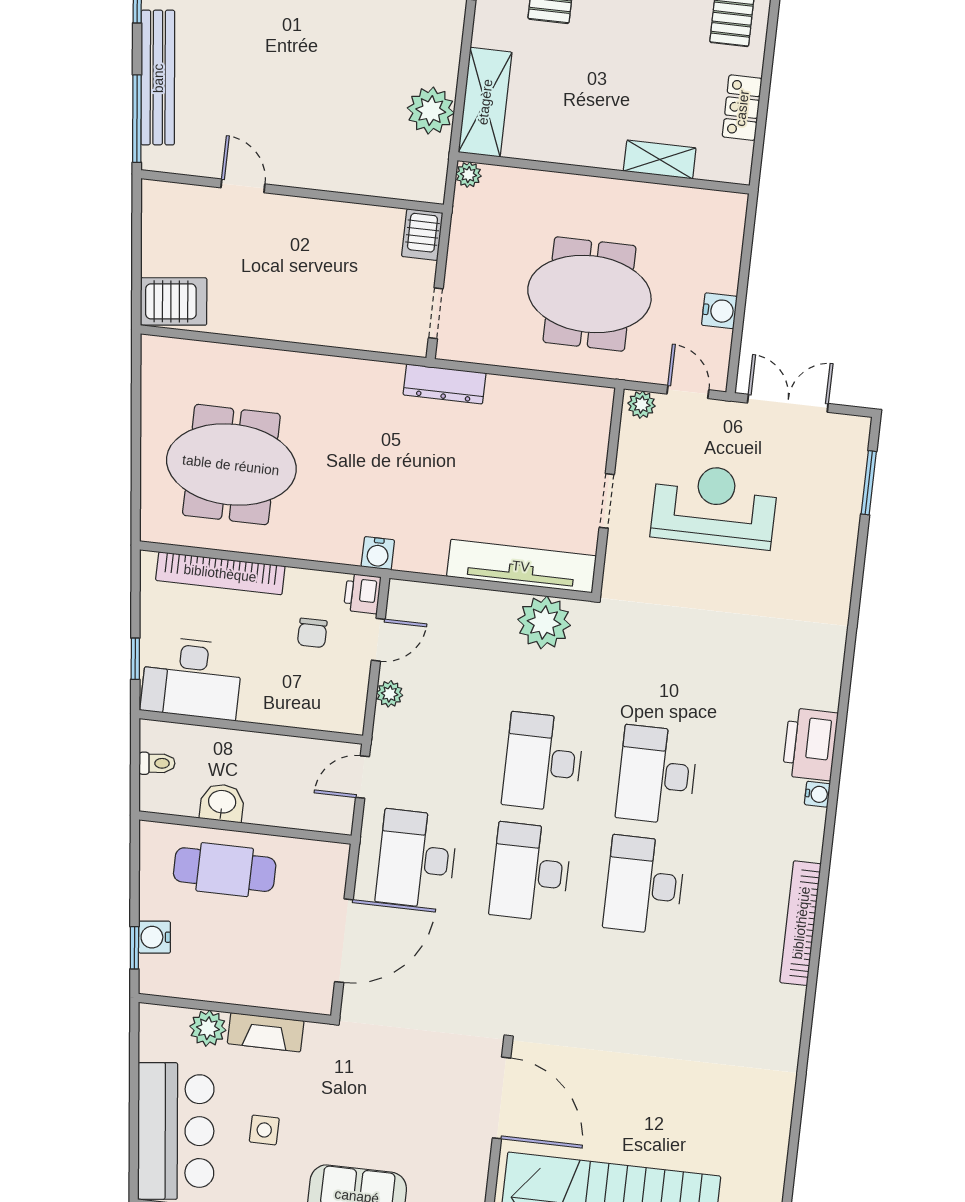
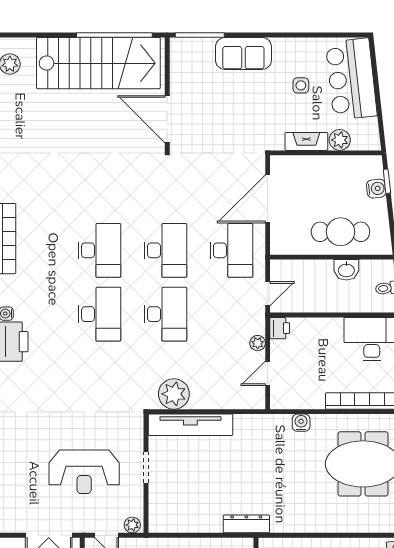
water cooler: (378, 553) -> (301, 423), moved
printer: (362, 594) -> (280, 328), moved
chair: (312, 633) -> (306, 373), removed

